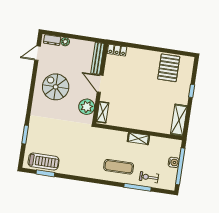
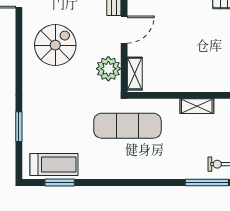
door: (100, 84) -> (124, 30), swing flipped
spiral stairs: (56, 87) -> (55, 45), turned 90
exercise mat: (119, 167) -> (127, 126), moved, width x1.36, depth x1.45

